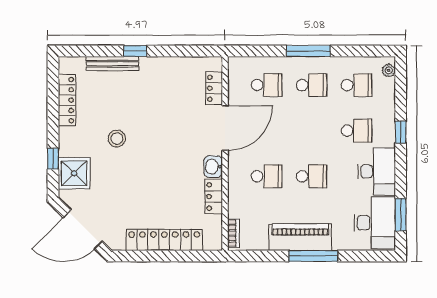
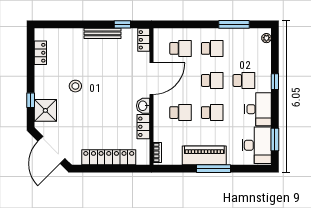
window: (135, 51) -> (122, 24), moved
window: (308, 51) -> (234, 24), moved
bench: (112, 64) -> (103, 33), moved
school desk: (357, 85) -> (212, 80), moved
locker: (214, 88) -> (144, 40), moved
locker: (67, 100) -> (40, 53), width x0.66
door: (83, 229) -> (51, 150), hinge flipped

